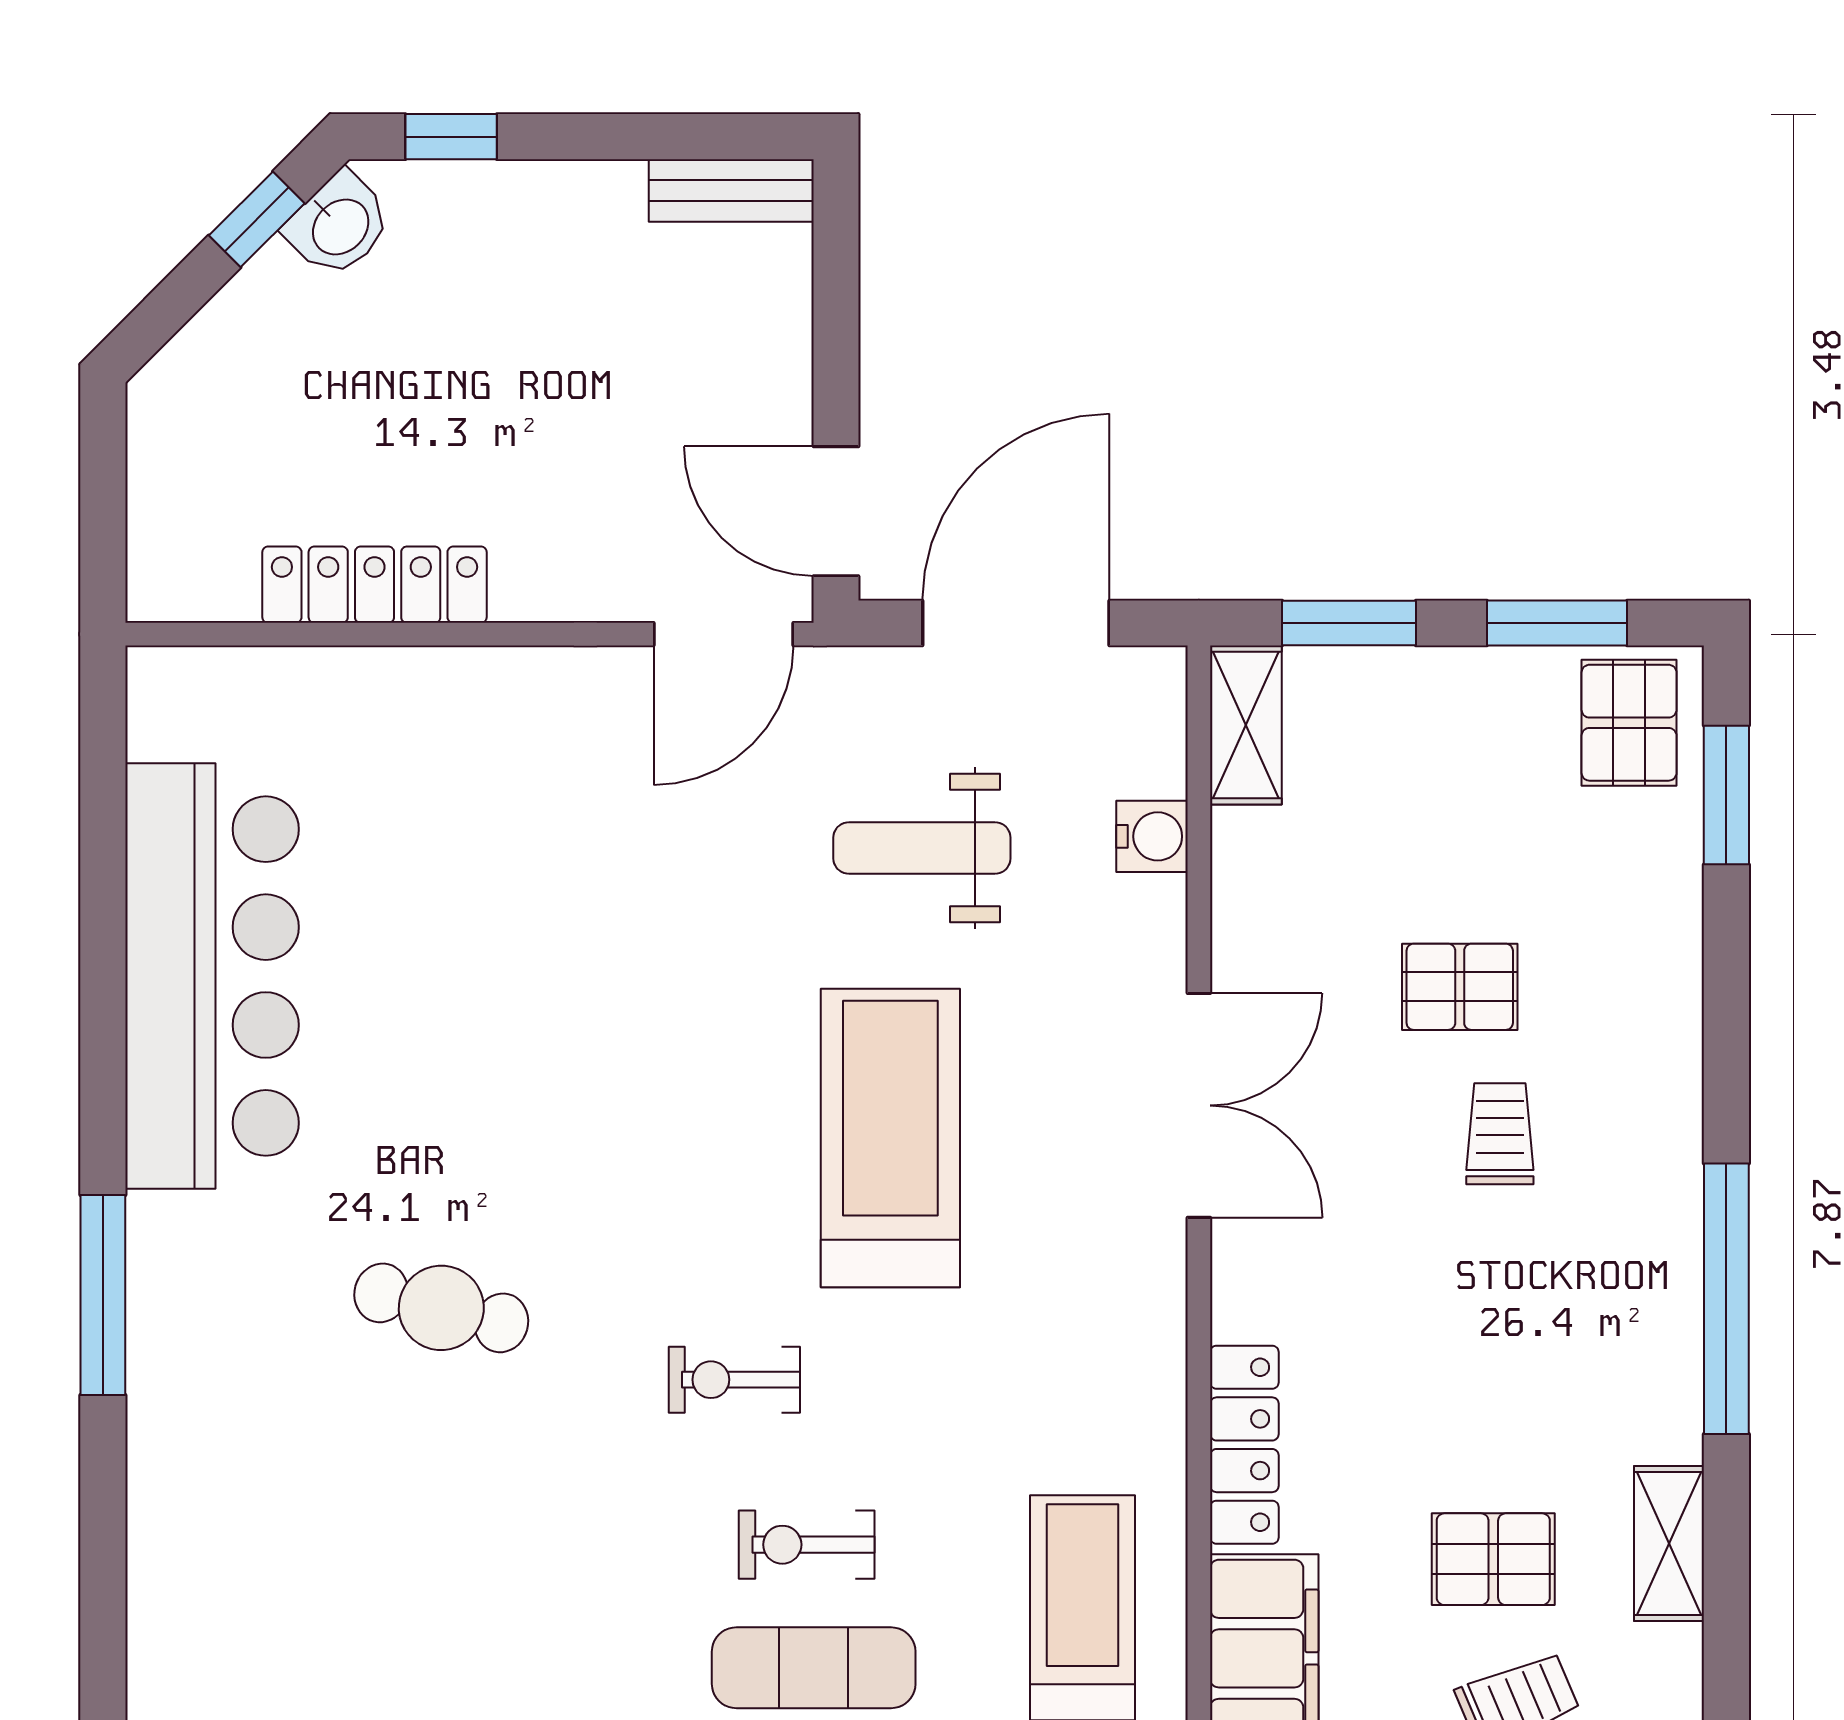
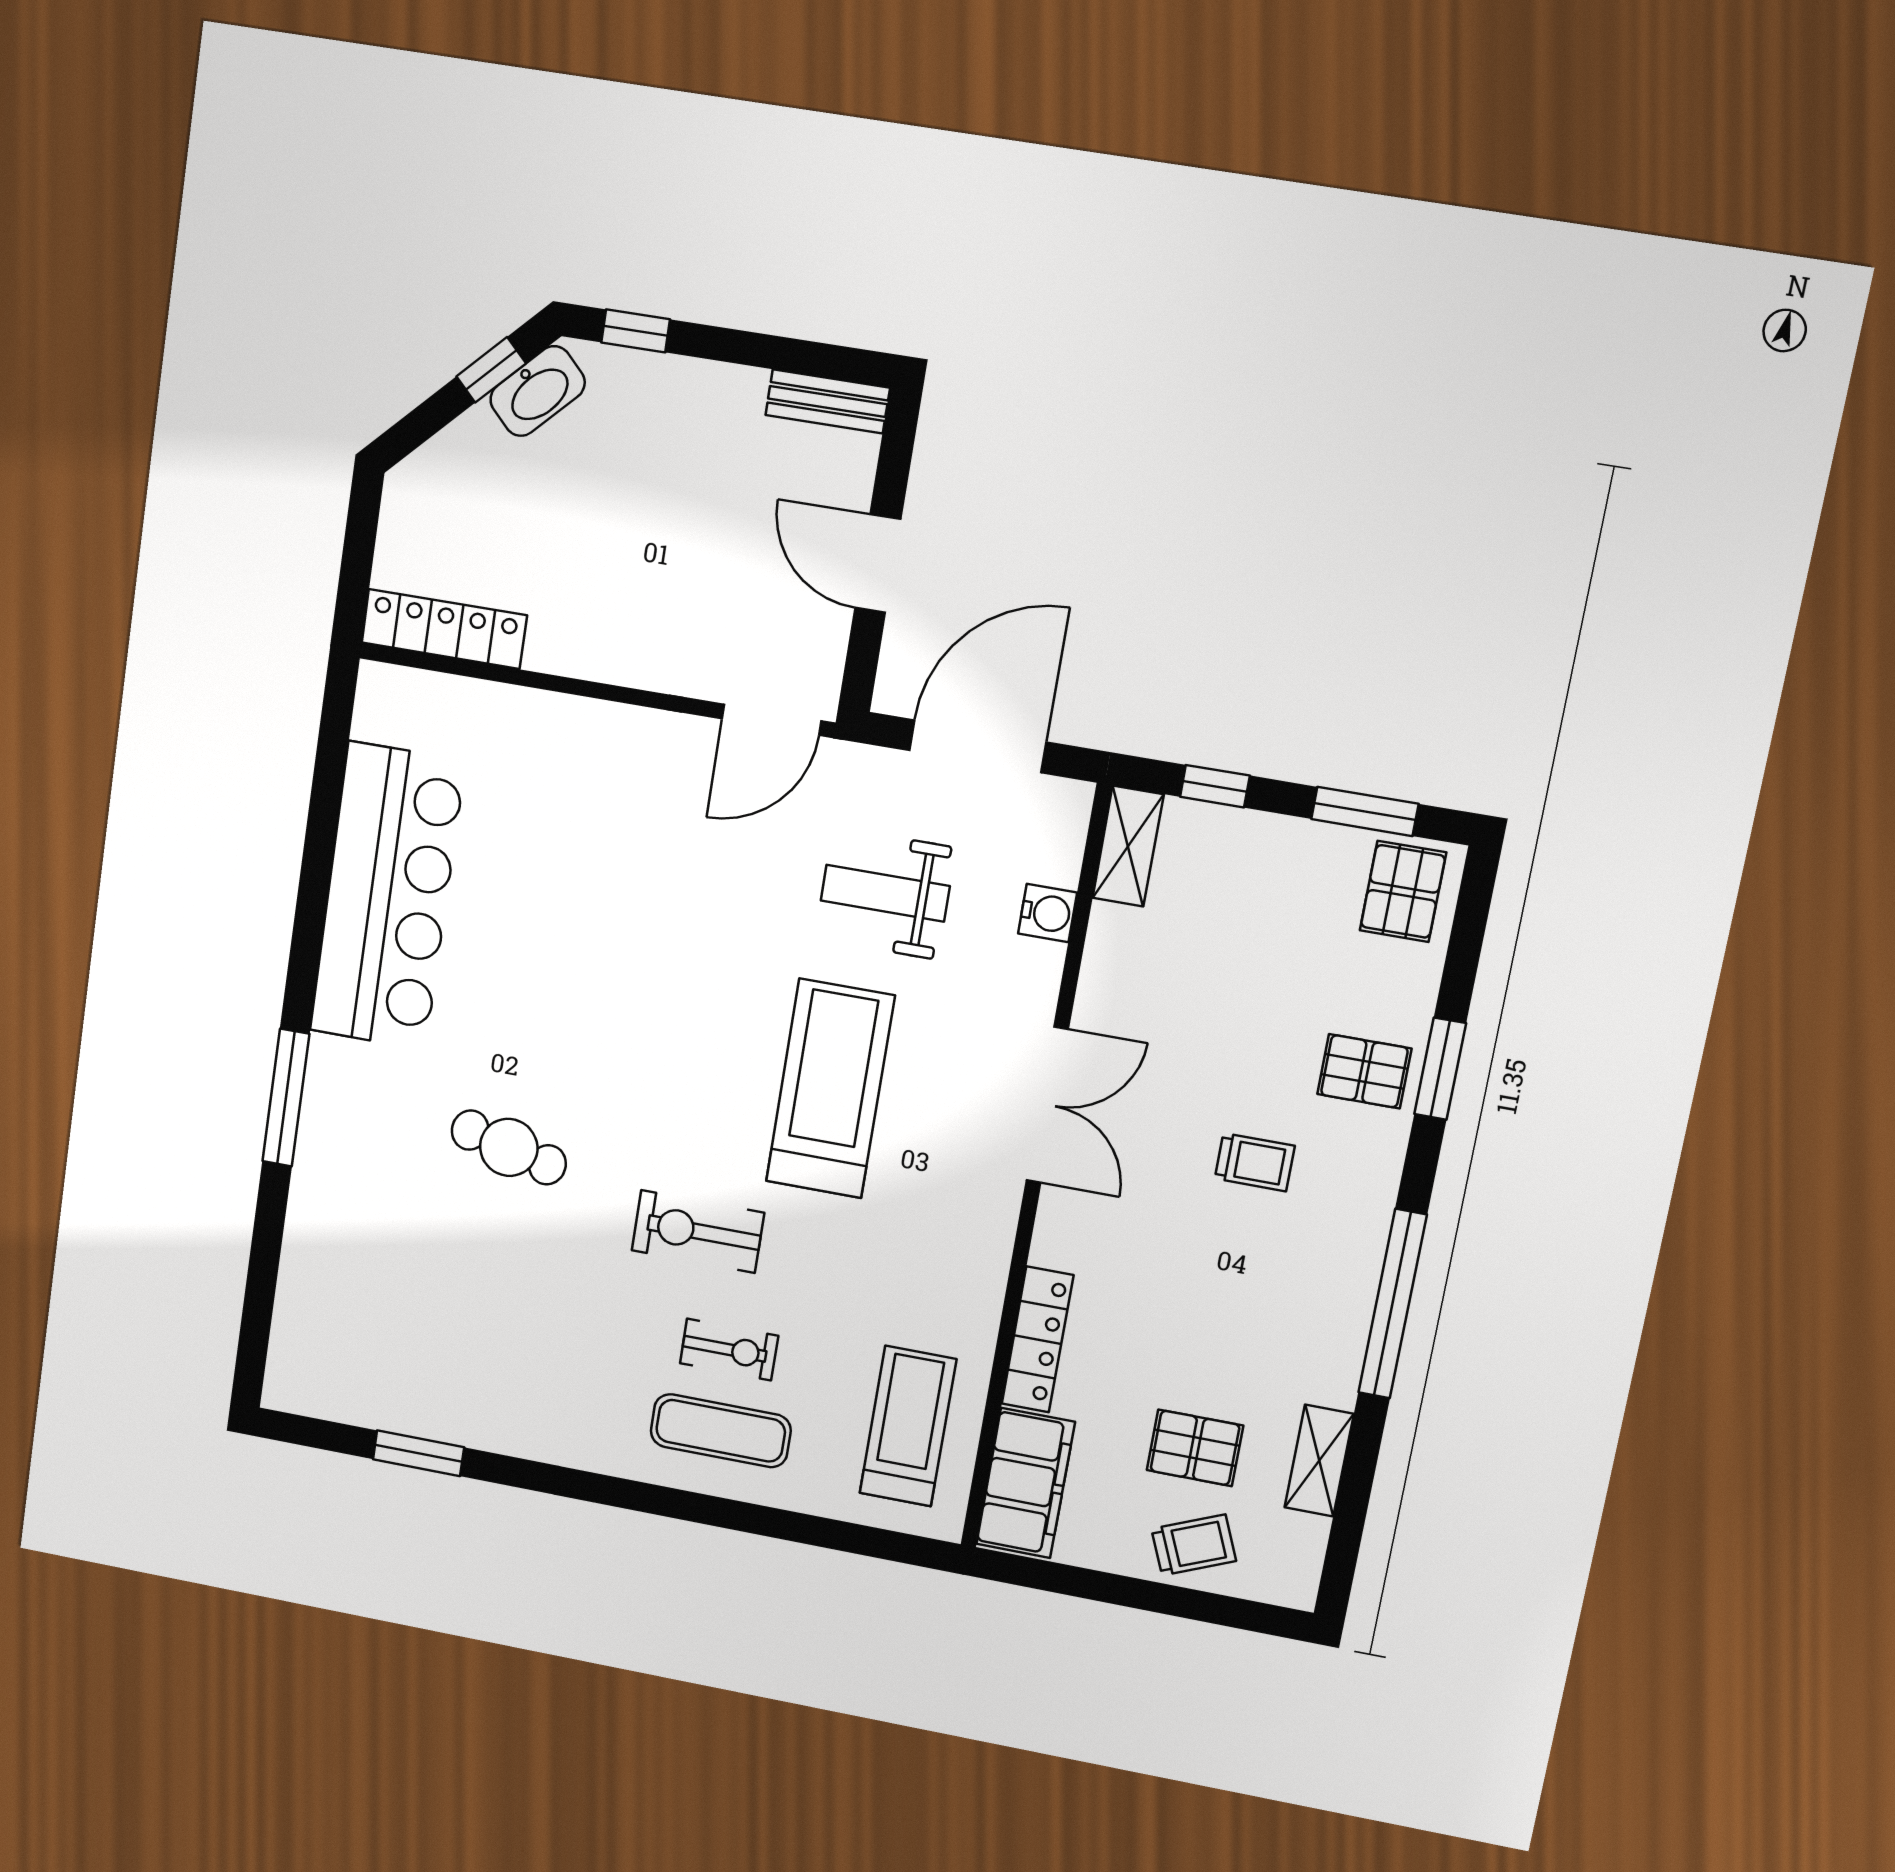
washbasin: (339, 225) -> (538, 391), width x1.38
door: (836, 511) -> (878, 564), moved
locker: (374, 585) -> (444, 629), moved
window: (1349, 623) -> (1215, 786), width x0.67
window: (1726, 795) -> (1440, 1069), moved
pallet: (1460, 987) -> (1364, 1071), moved
trolley: (1500, 1134) -> (1255, 1162), turned 90
exercise bike: (734, 1380) -> (698, 1231), width x1.38, depth x1.39
exercise bike: (807, 1545) -> (729, 1350), turned 180

